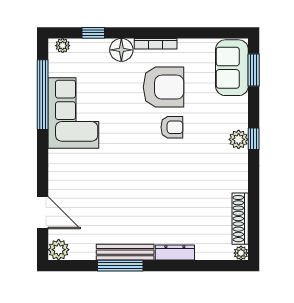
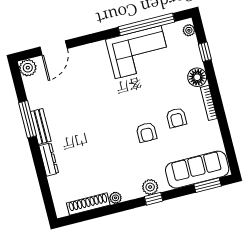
sofa: (232, 68) -> (197, 170), width x1.36
armchair: (164, 87) -> (176, 118), width x0.53, depth x0.53
bench: (125, 252) -> (41, 126), width x0.73
plant: (241, 253) -> (116, 198), moved

